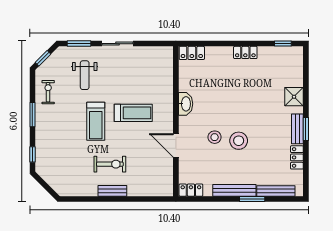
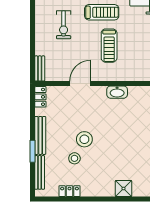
treadmill: (96, 121) -> (102, 12), turned 180
bench: (297, 129) -> (95, 192), removed
window: (306, 129) -> (95, 199), removed
stool: (215, 137) -> (74, 158), moved
bench: (112, 191) -> (40, 68), moved

